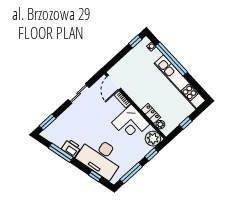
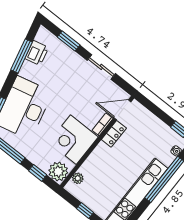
locker: (151, 113) -> (114, 134), moved
window: (48, 122) -> (69, 41), moved
printer: (71, 148) -> (37, 53), moved

